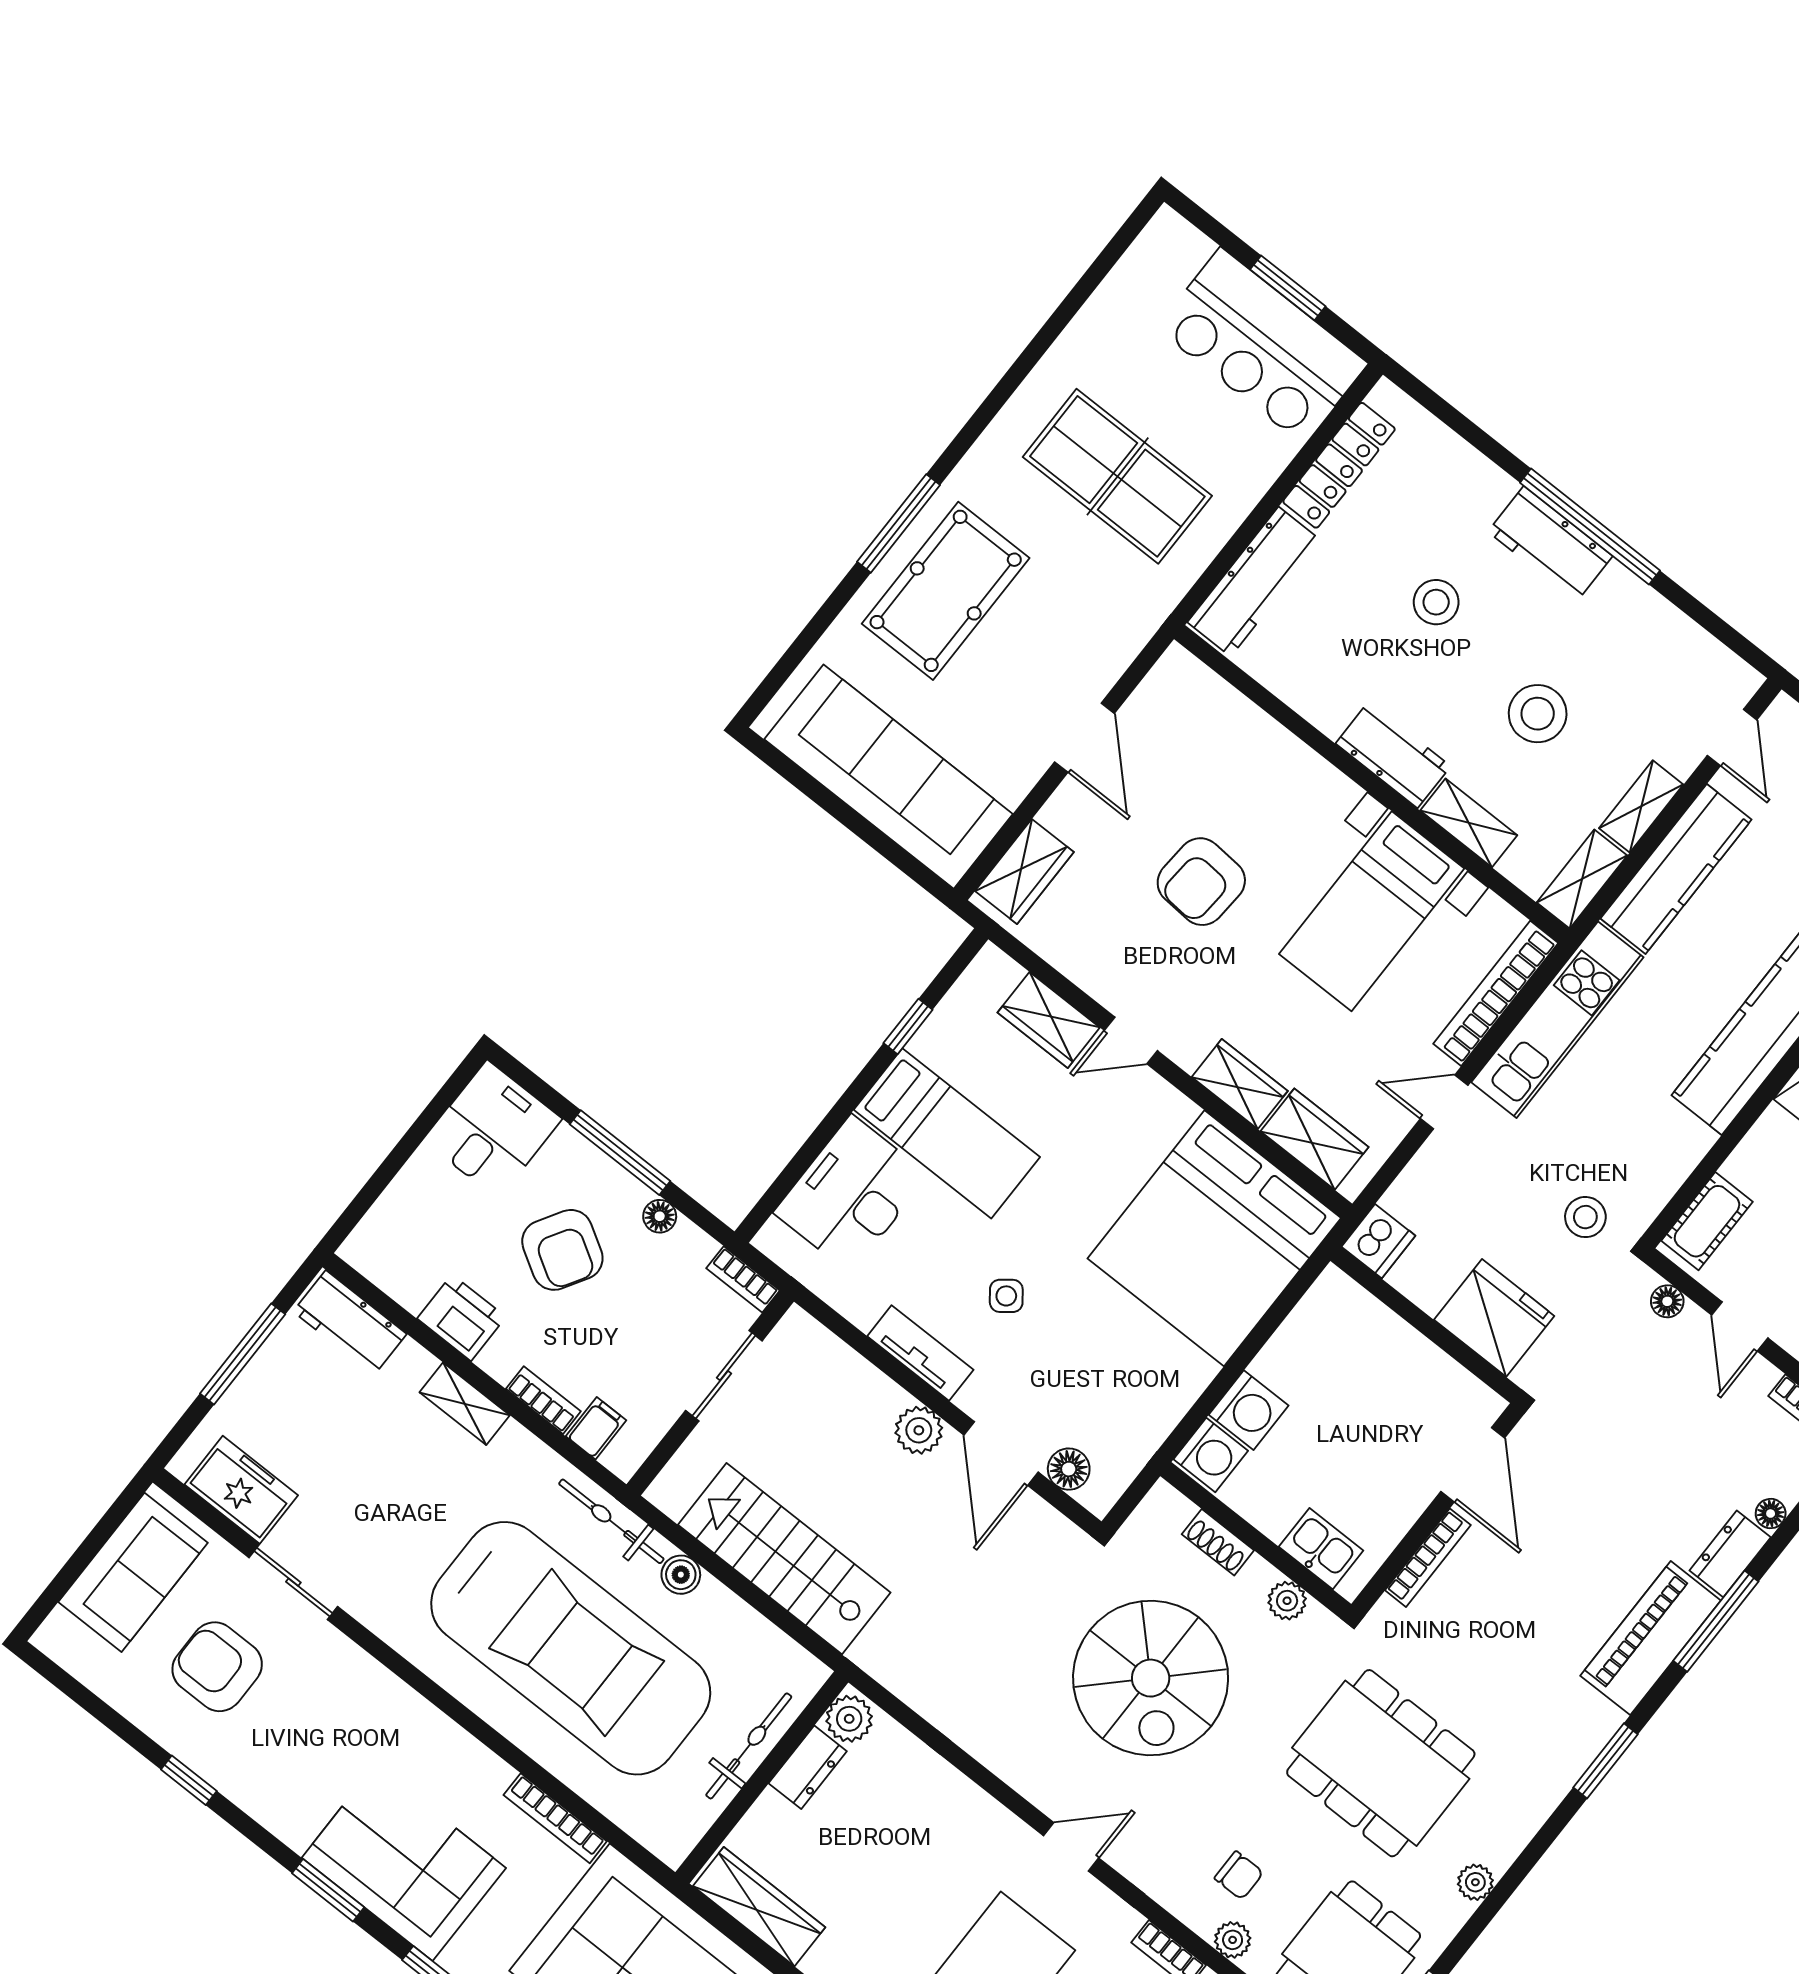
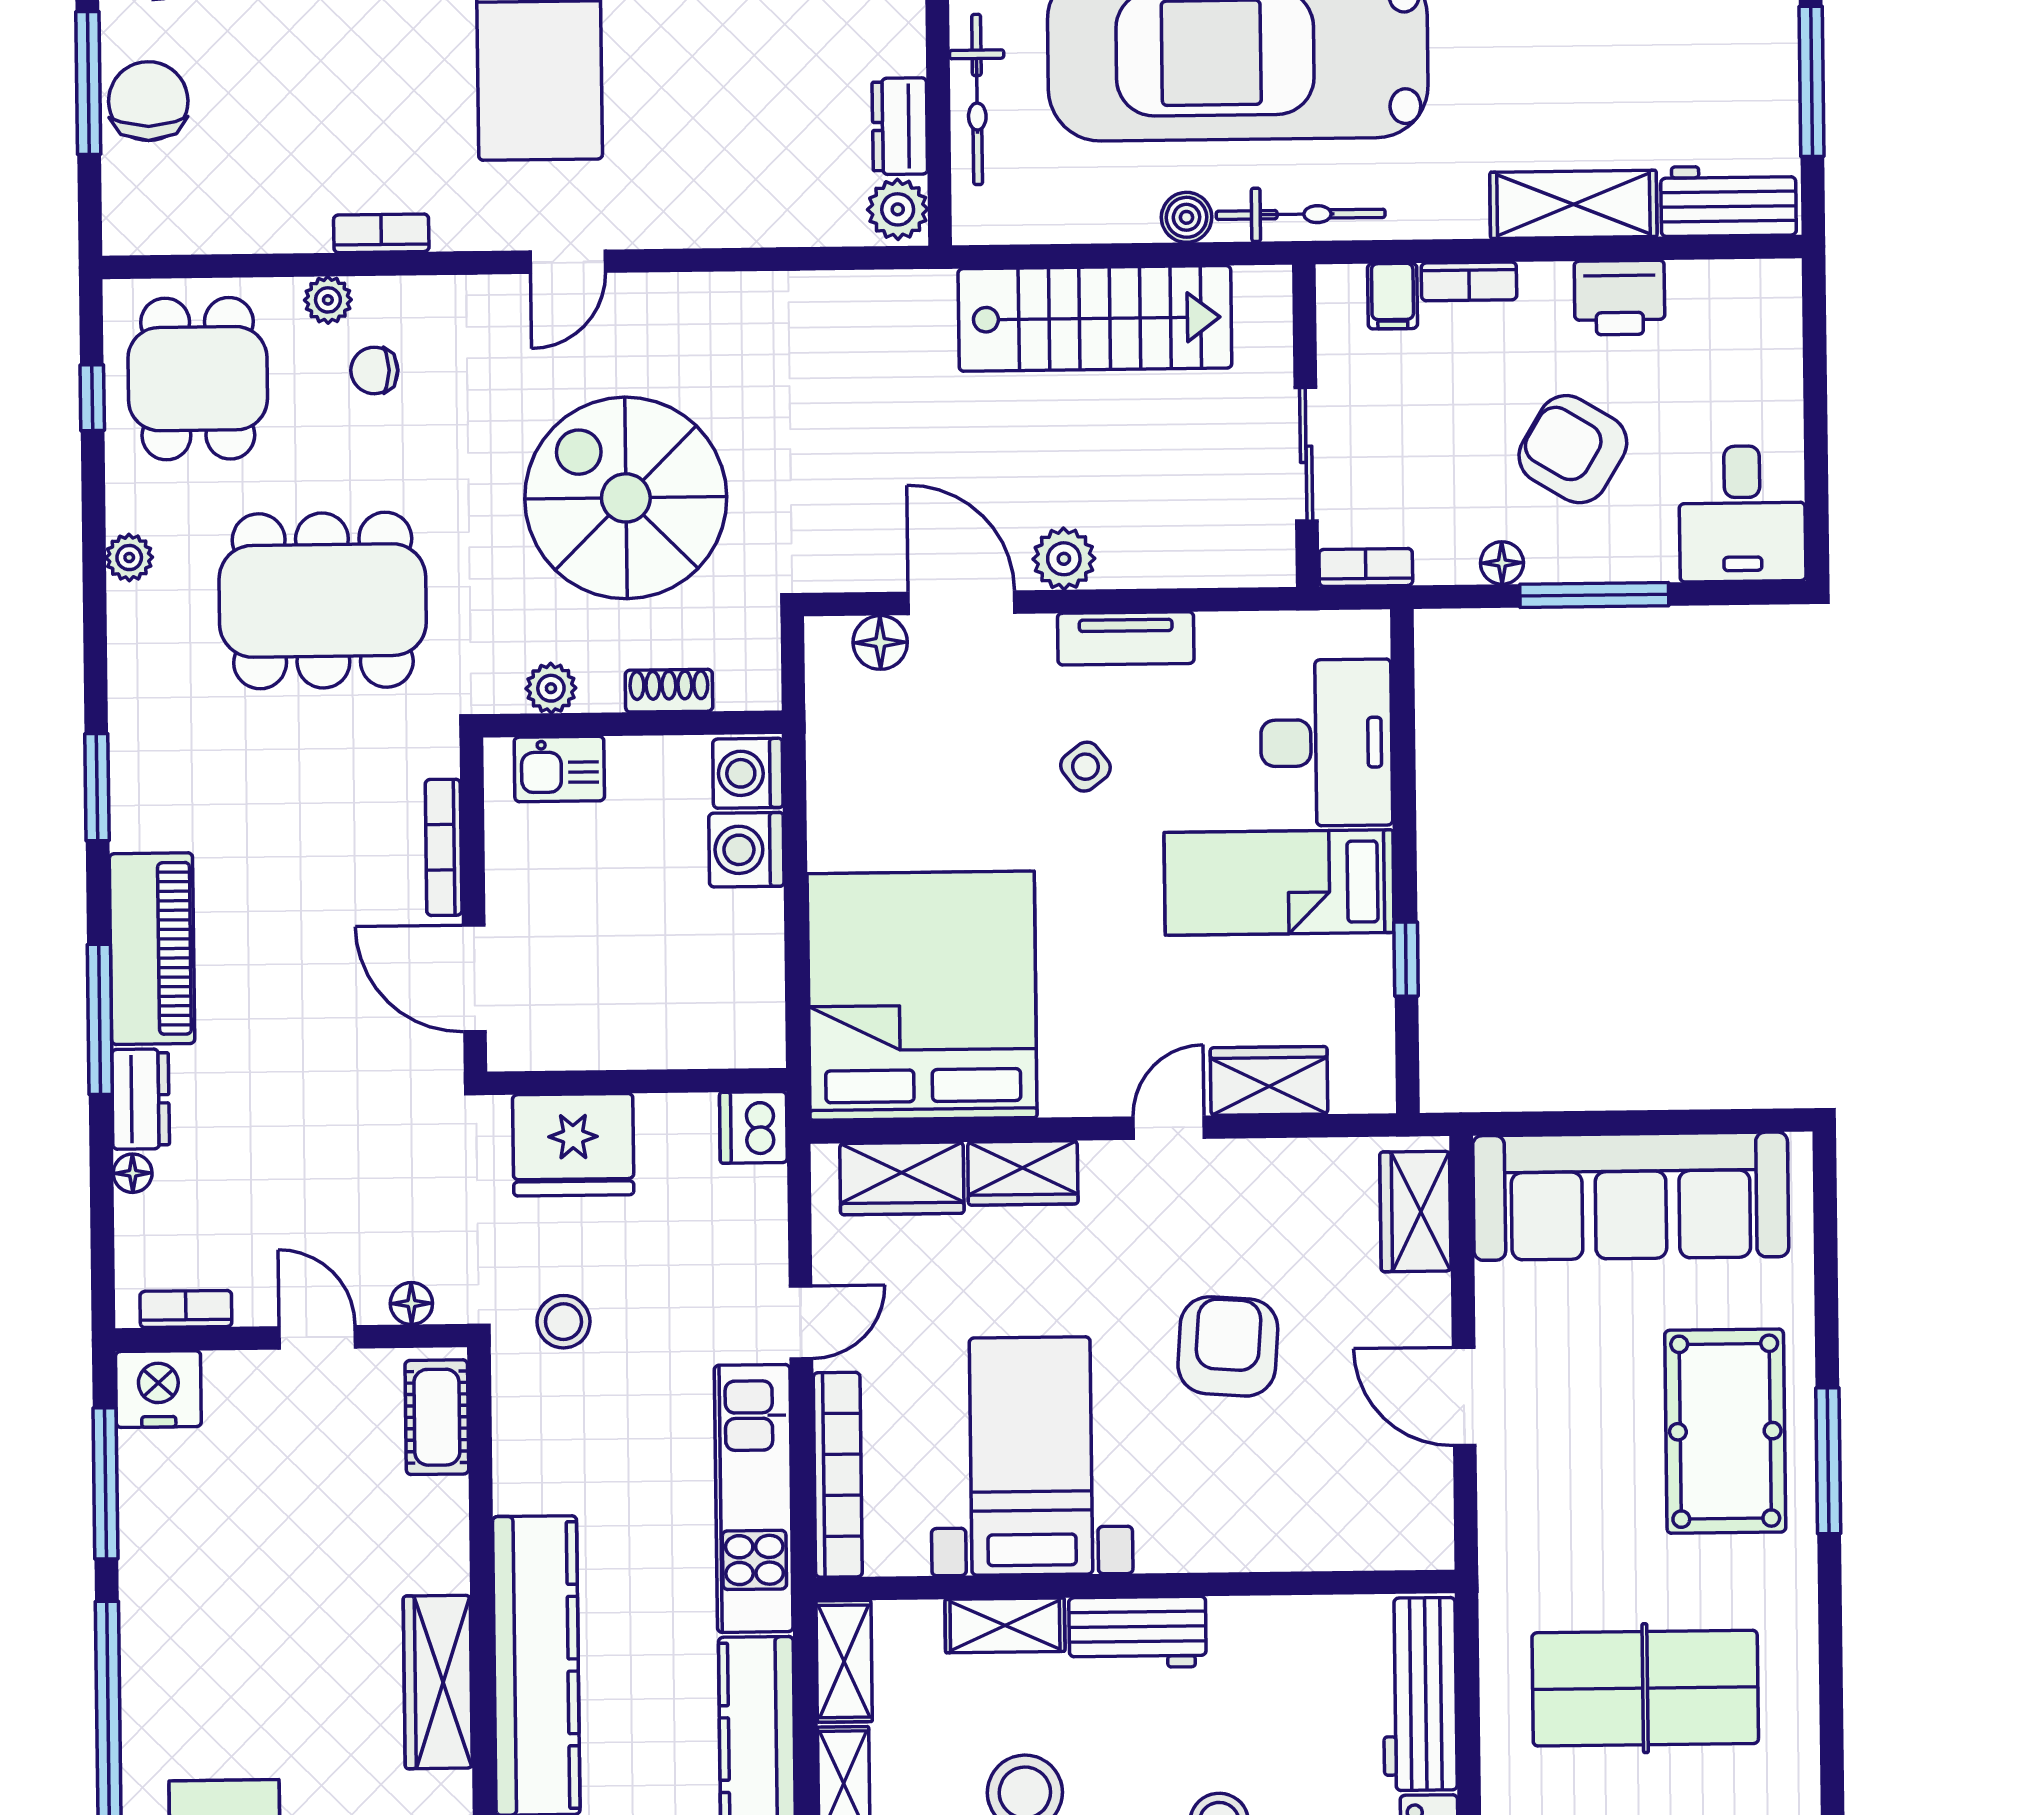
shelving: (465, 1404) -> (1573, 204), width x1.50, depth x1.33

